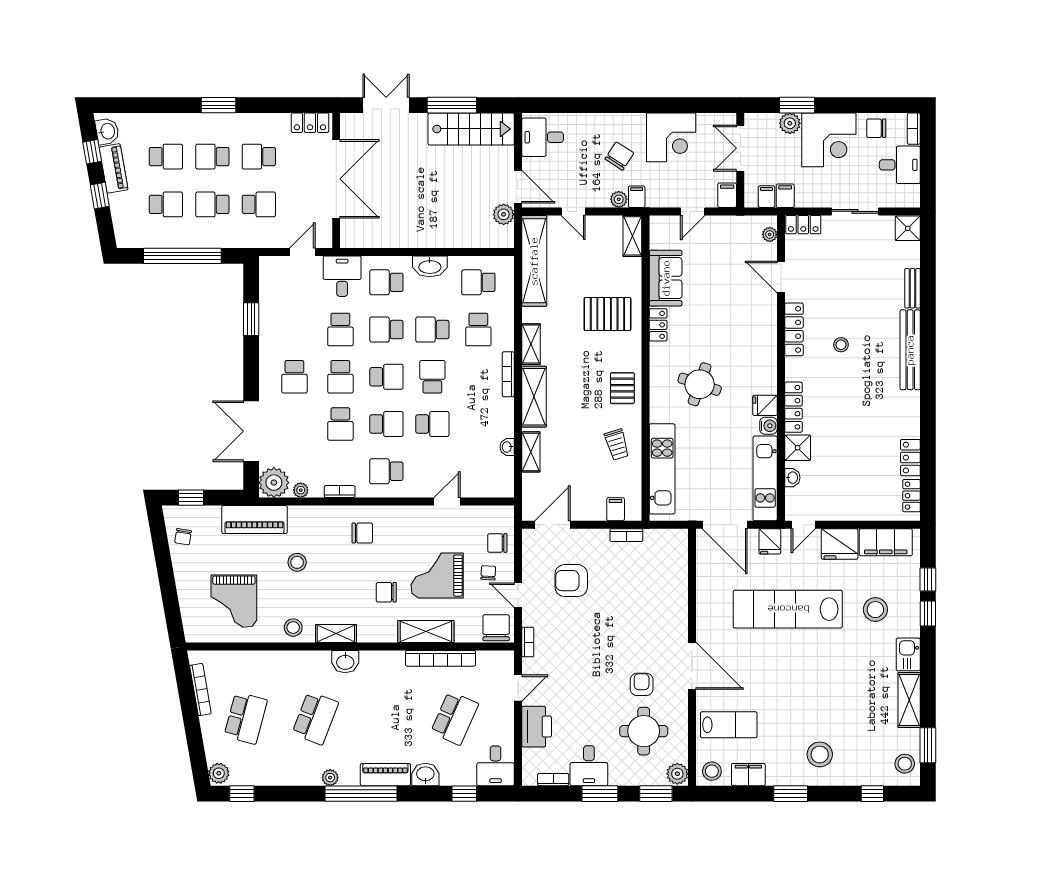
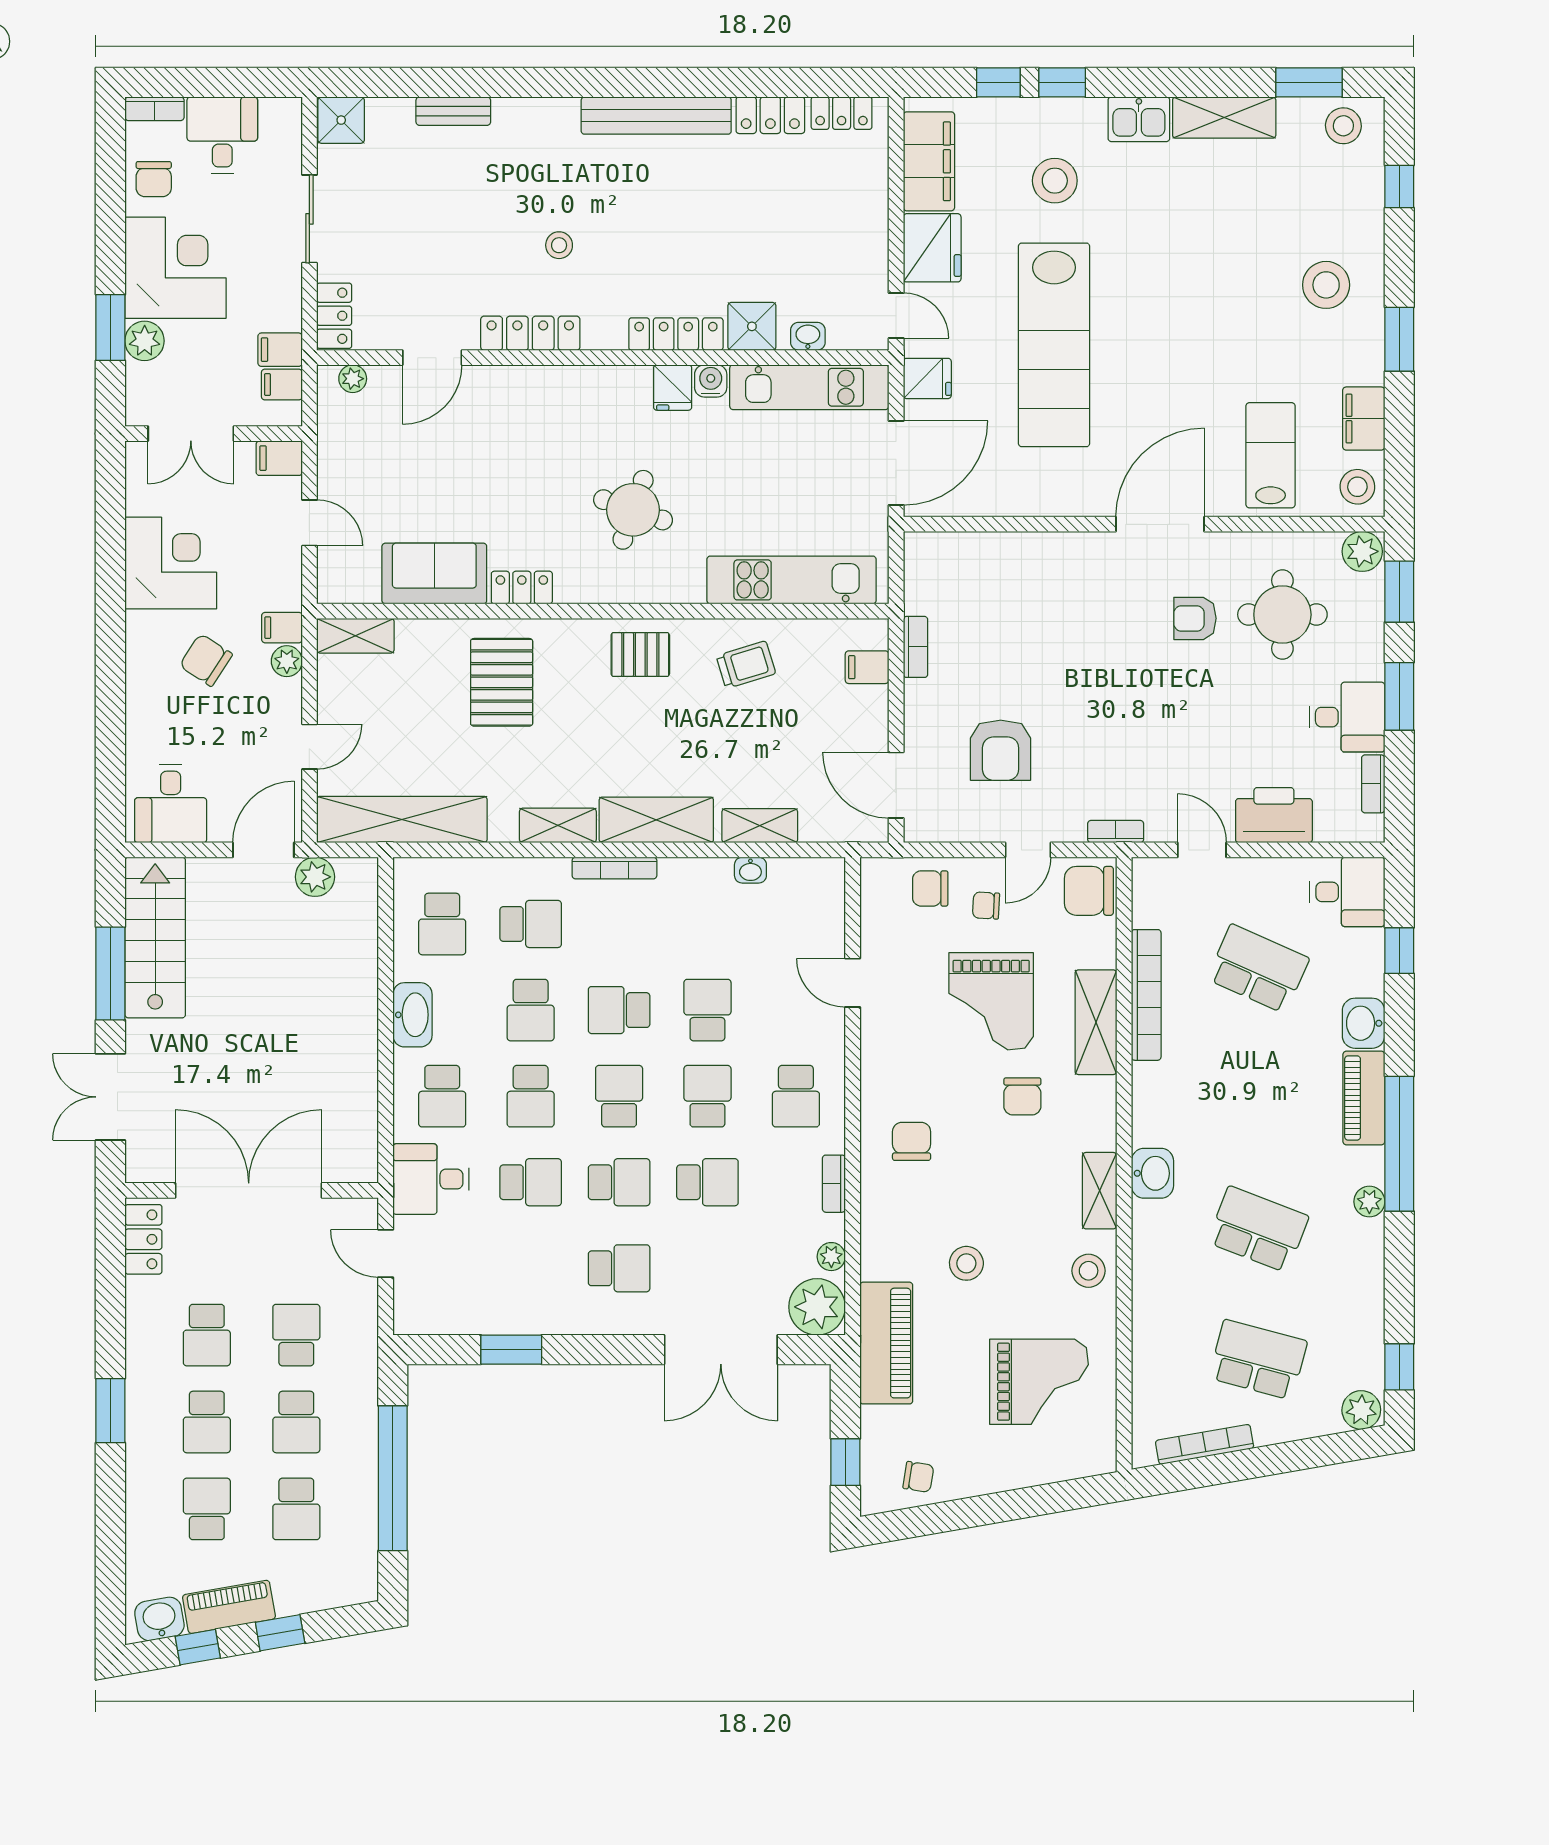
school desk: (166, 204) -> (296, 1509), turned 180
bench: (910, 350) -> (656, 116), moved
chair: (497, 543) -> (930, 888), turned 90

